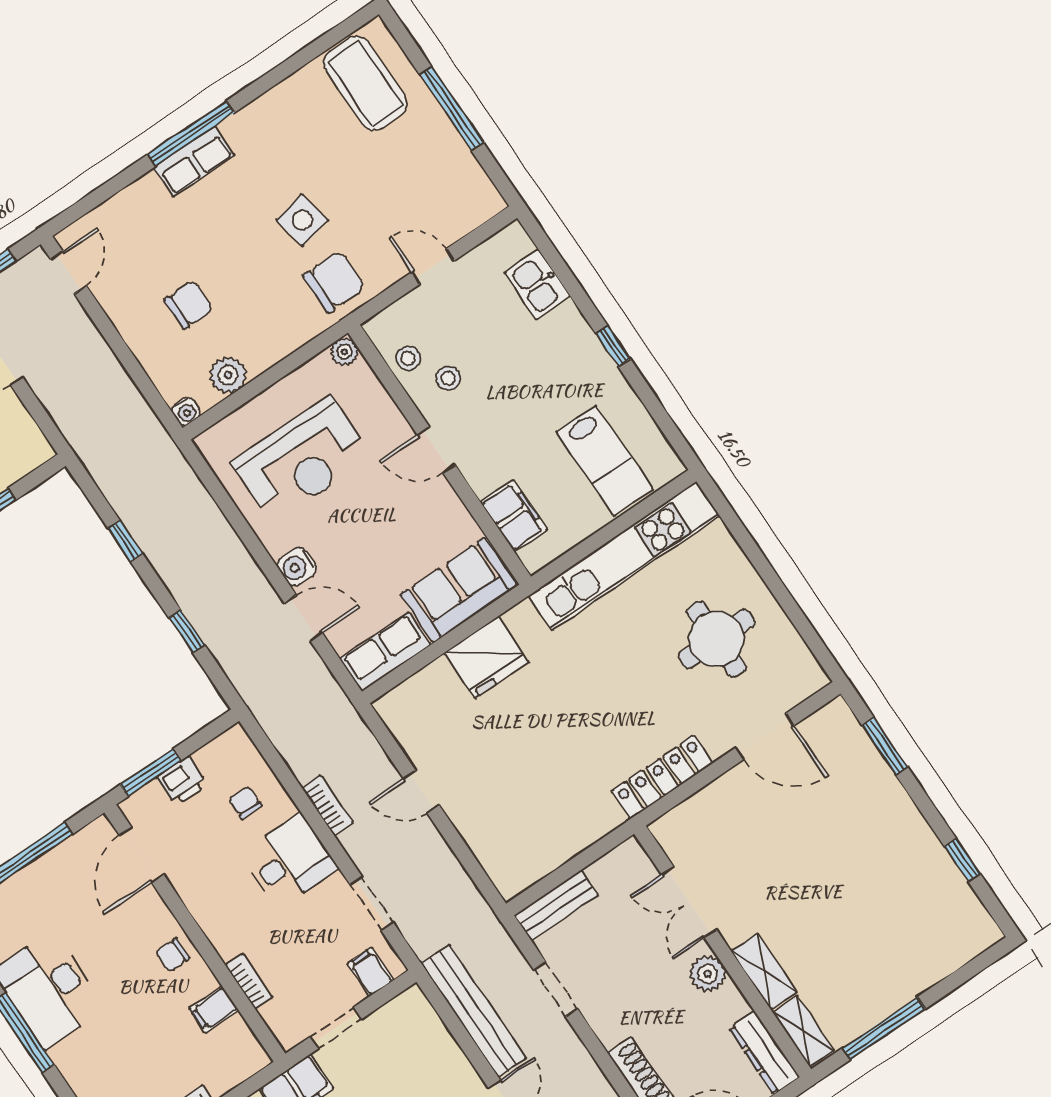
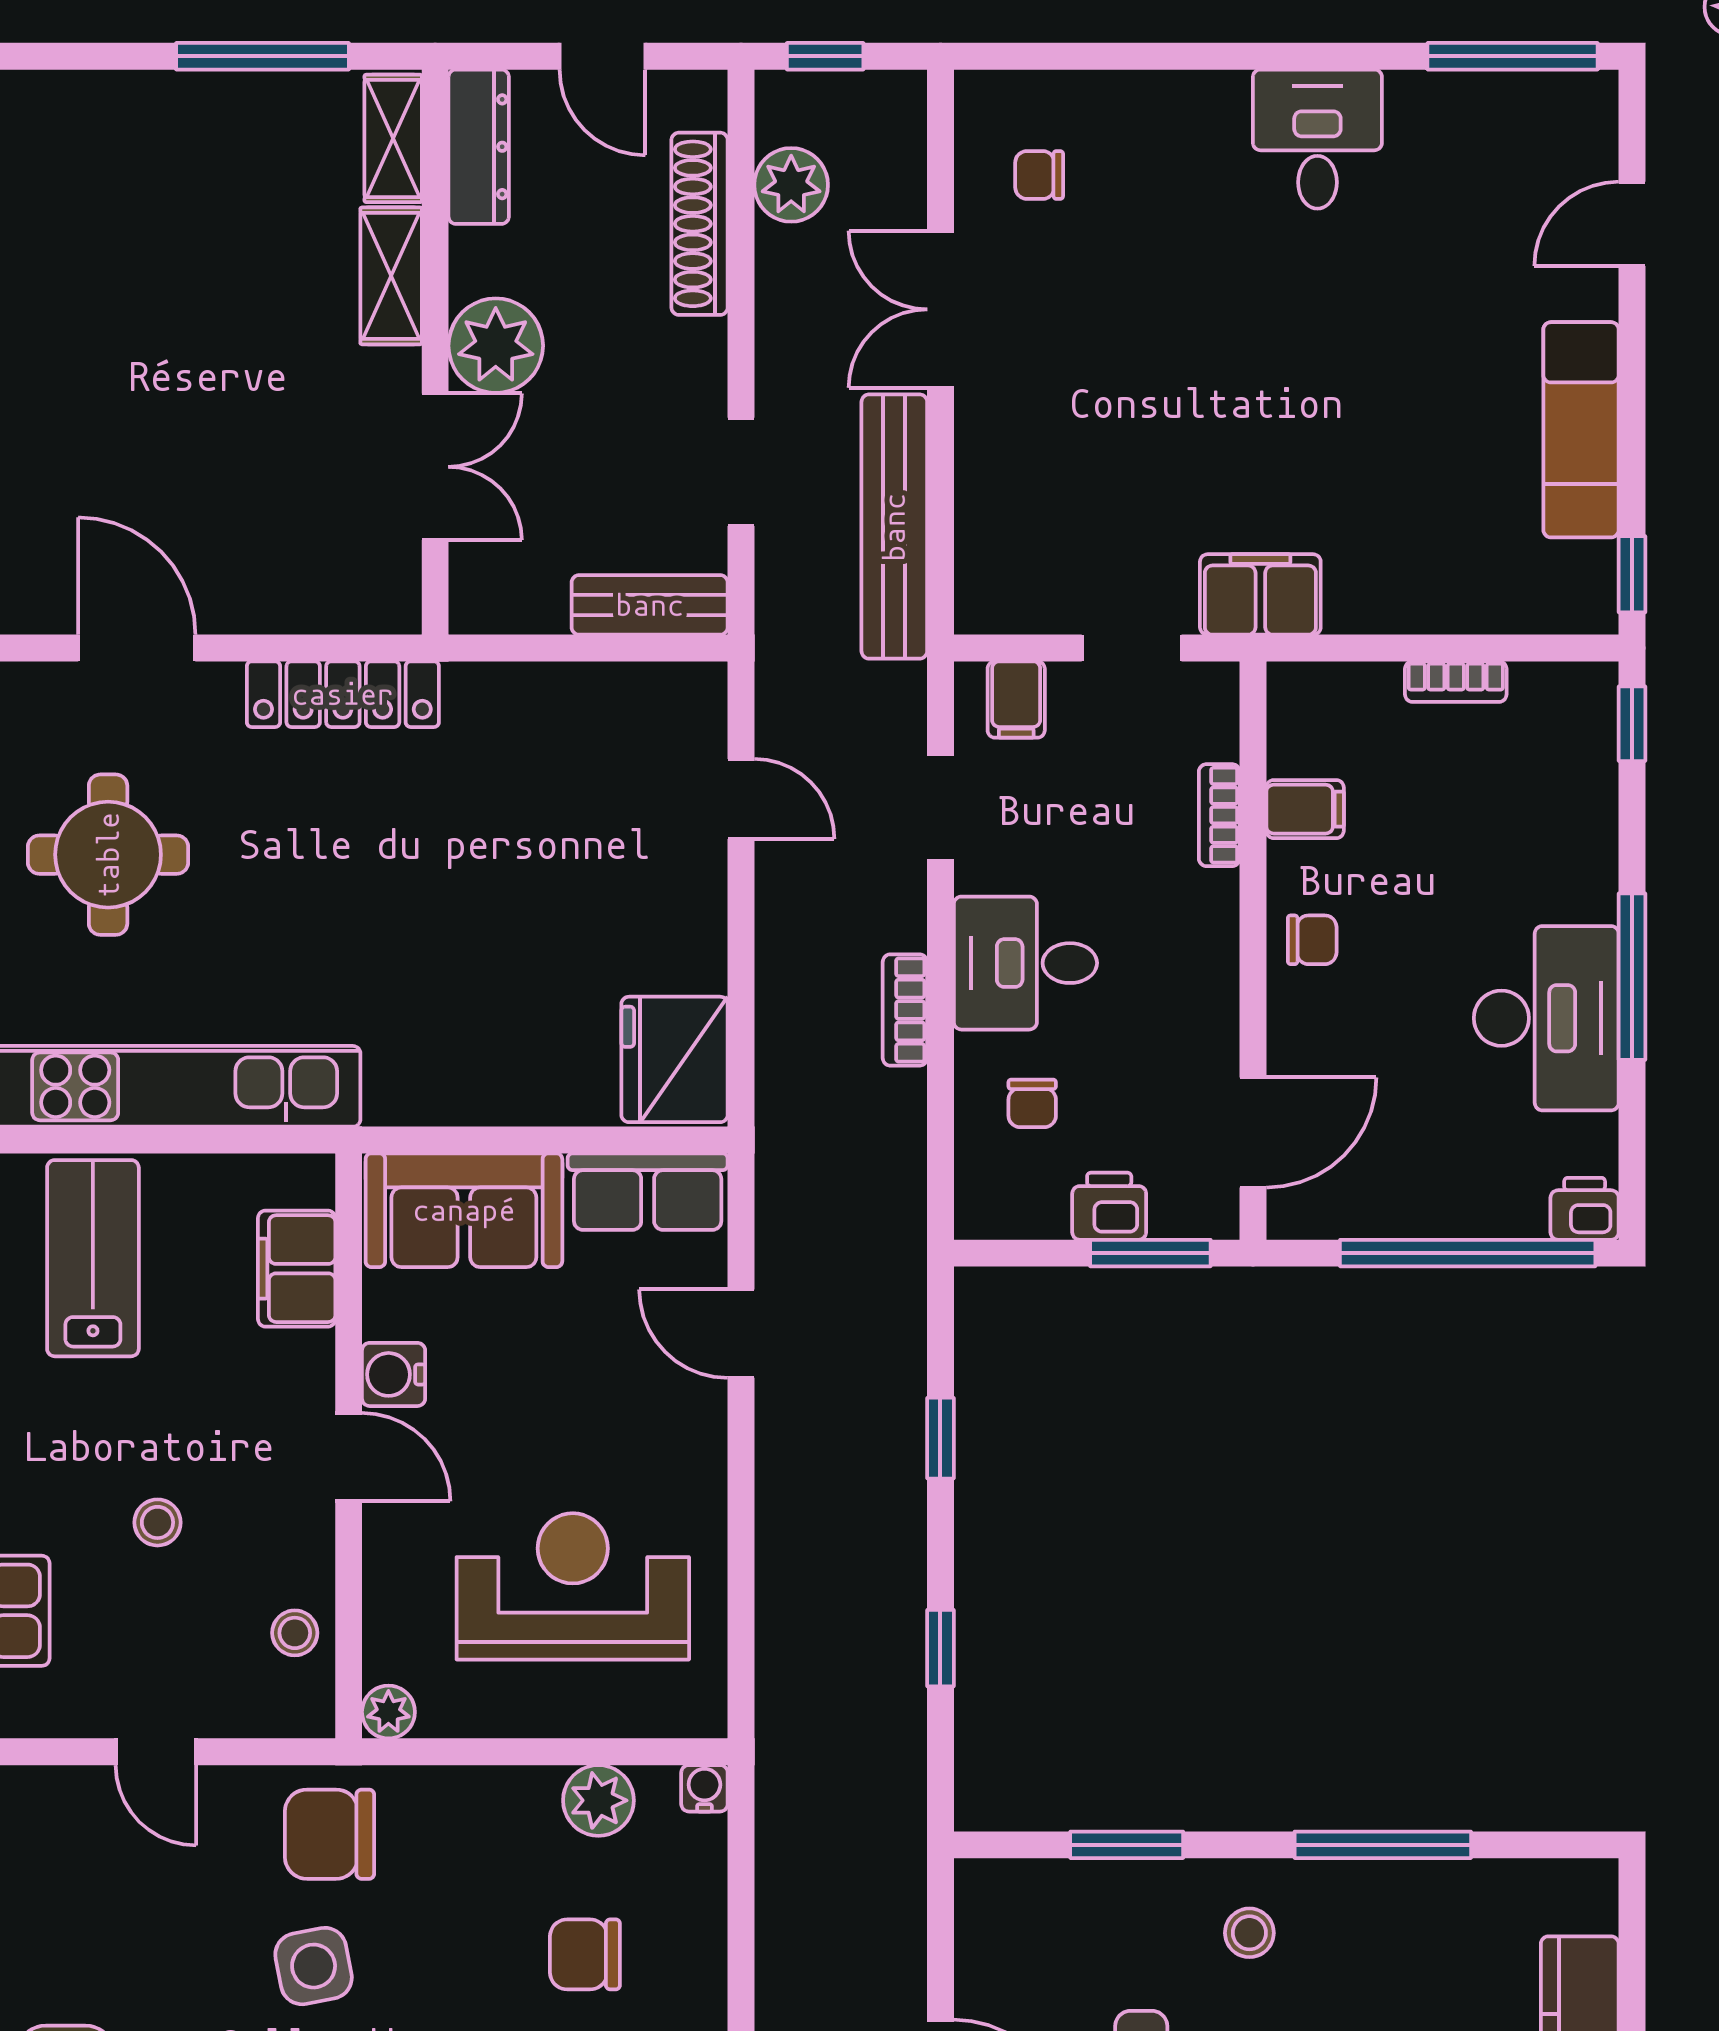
stool: (448, 378) -> (157, 1522), moved
water cooler: (297, 567) -> (394, 1374), moved, turned 180
fridge: (486, 657) -> (675, 1059), moved, turned -90
door: (421, 792) -> (741, 799), moved
plant: (708, 974) -> (496, 346), width x1.36, depth x1.36

